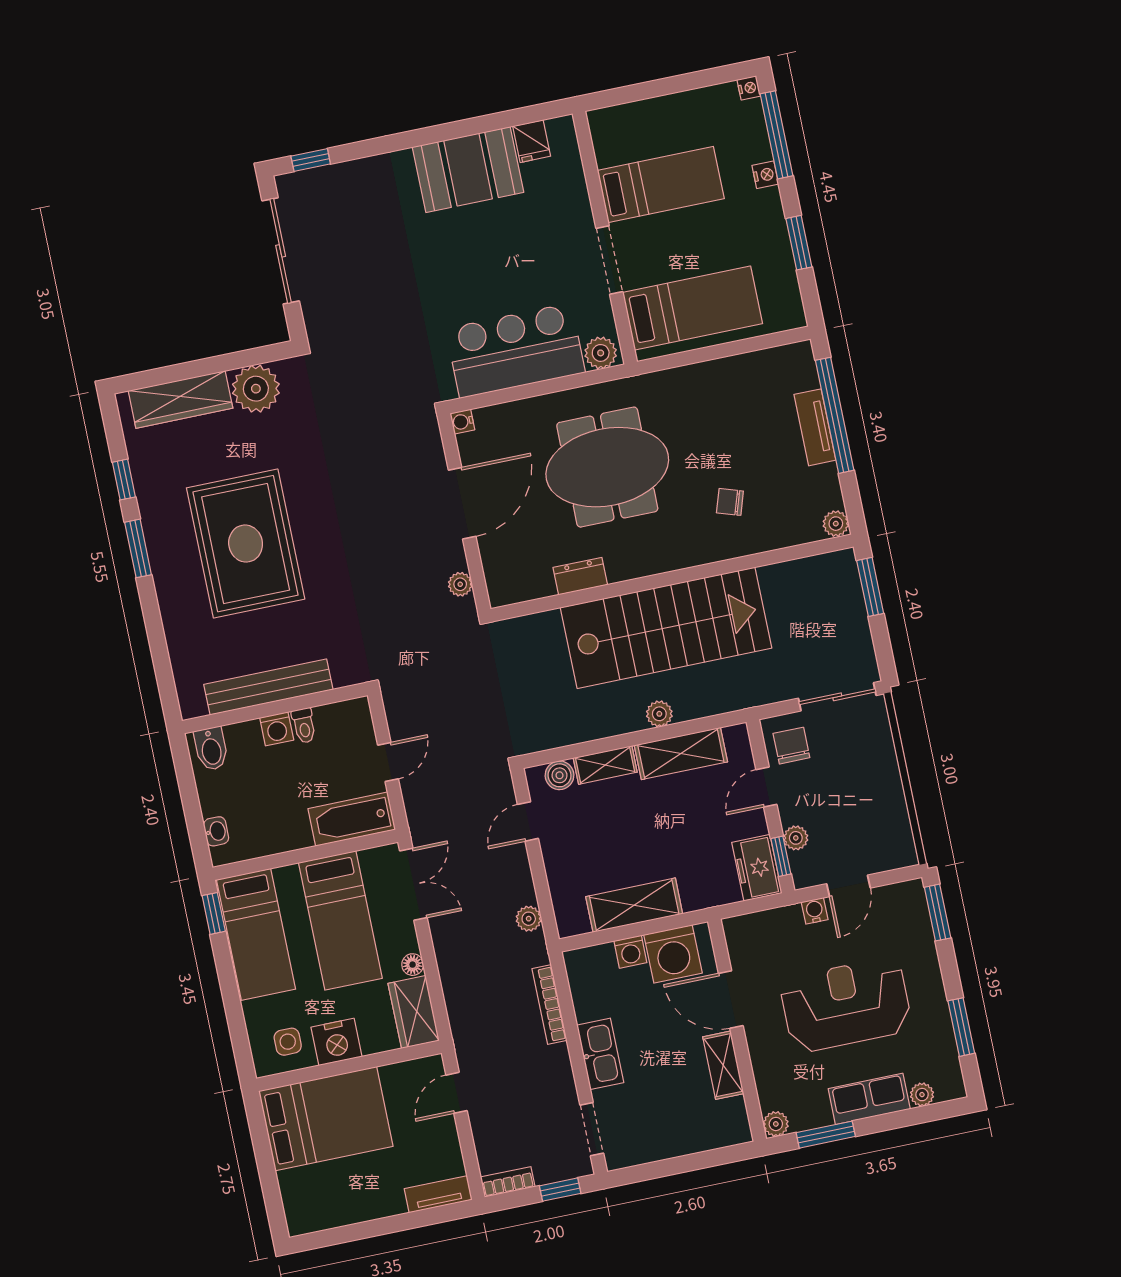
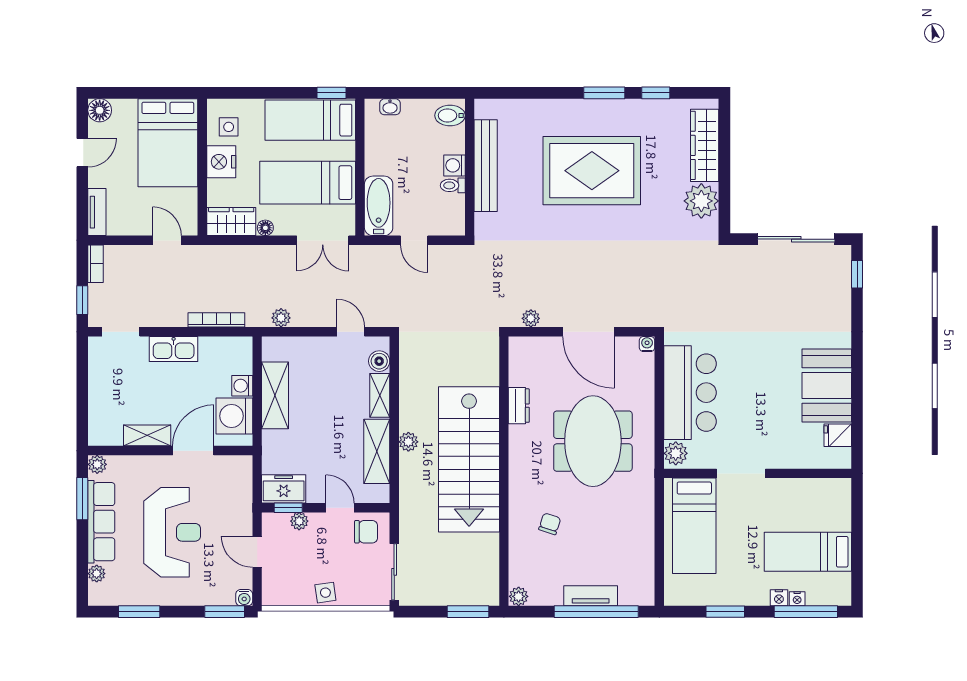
nightstand: (749, 88) -> (797, 599), moved
bed: (661, 185) -> (808, 552), moved, turned 90
side table: (884, 783) -> (325, 593), added
water cooler: (815, 911) -> (244, 598), moved, turned 90
row of seats: (869, 1099) -> (101, 522), width x1.48
floor lamp: (301, 1219) -> (100, 110), added
door: (363, 1230) -> (82, 153), added

